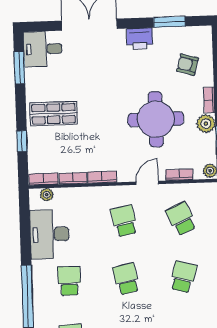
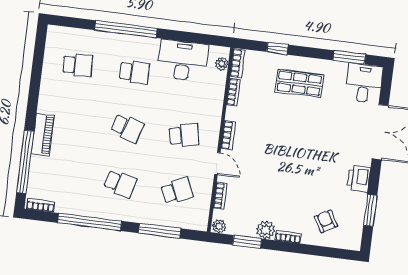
armchair: (188, 65) -> (326, 221), turned -46
shop shelf: (54, 114) -> (299, 83), turned 90
round table: (156, 119) -> (278, 182), removed
bookcase: (102, 177) -> (228, 135), moved
school desk: (126, 279) -> (127, 128), turned 30

